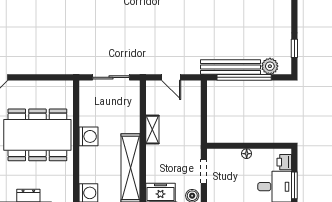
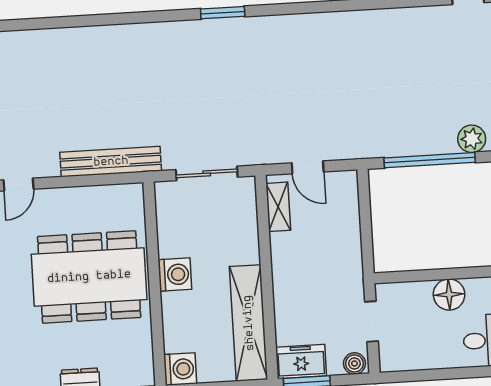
bench: (231, 67) -> (111, 162), moved
shelving: (152, 130) -> (278, 207), moved
floor lamp: (247, 154) -> (449, 294), width x1.89, depth x1.89

